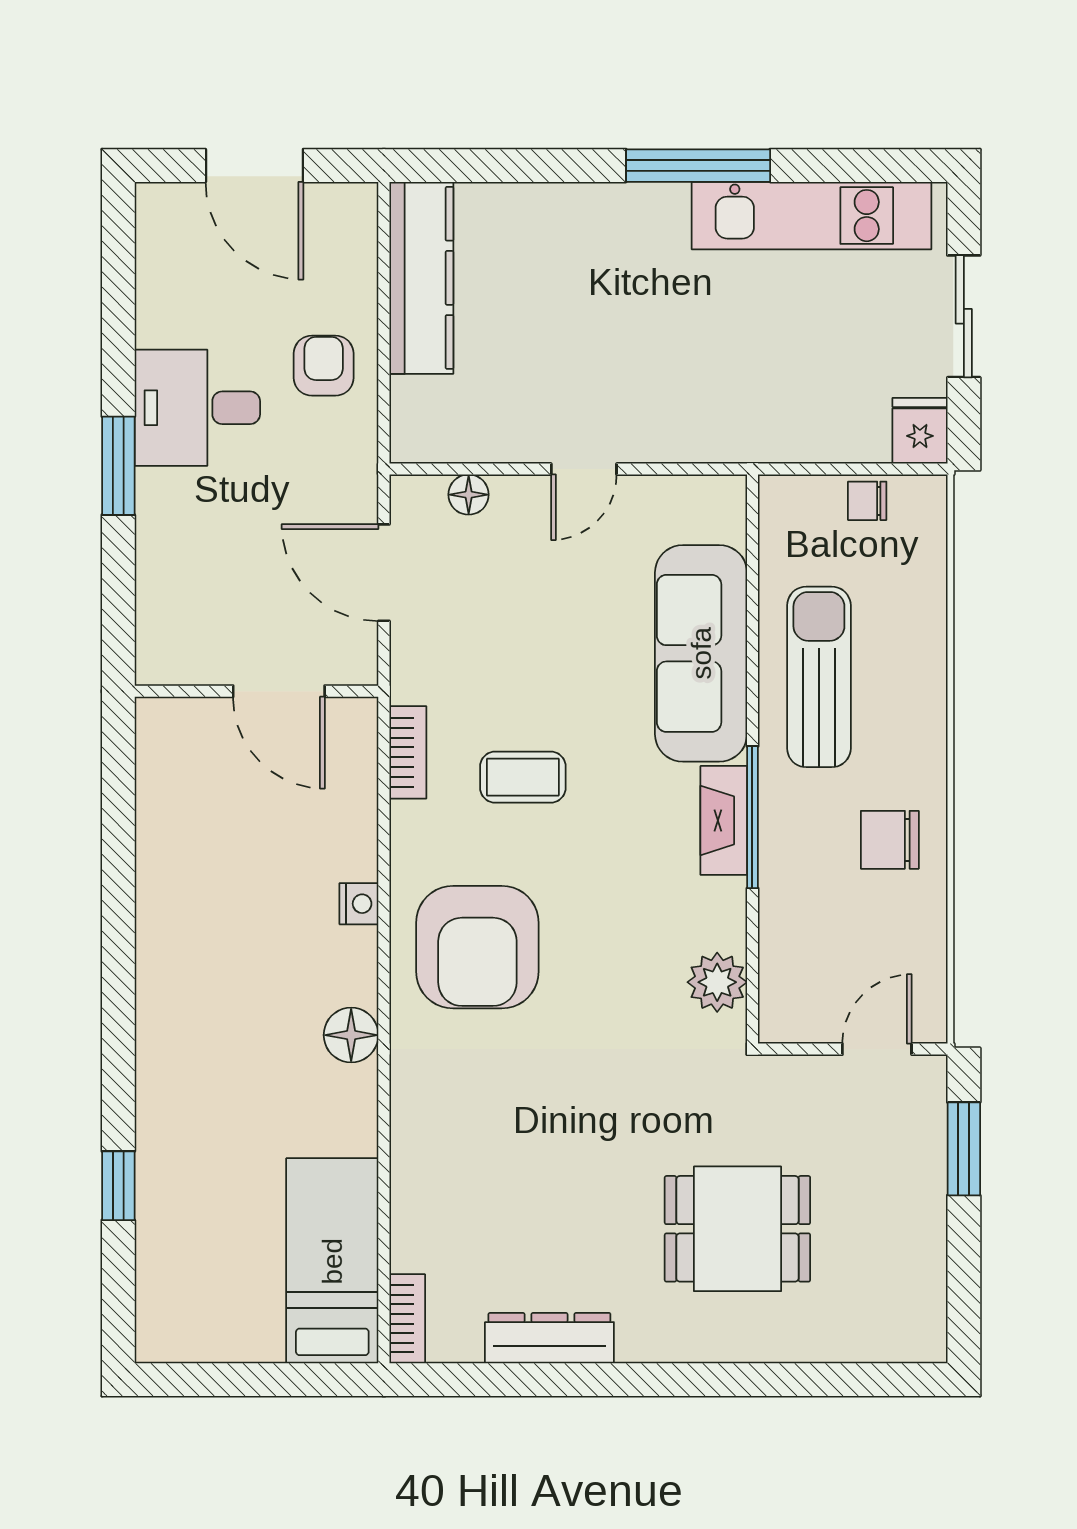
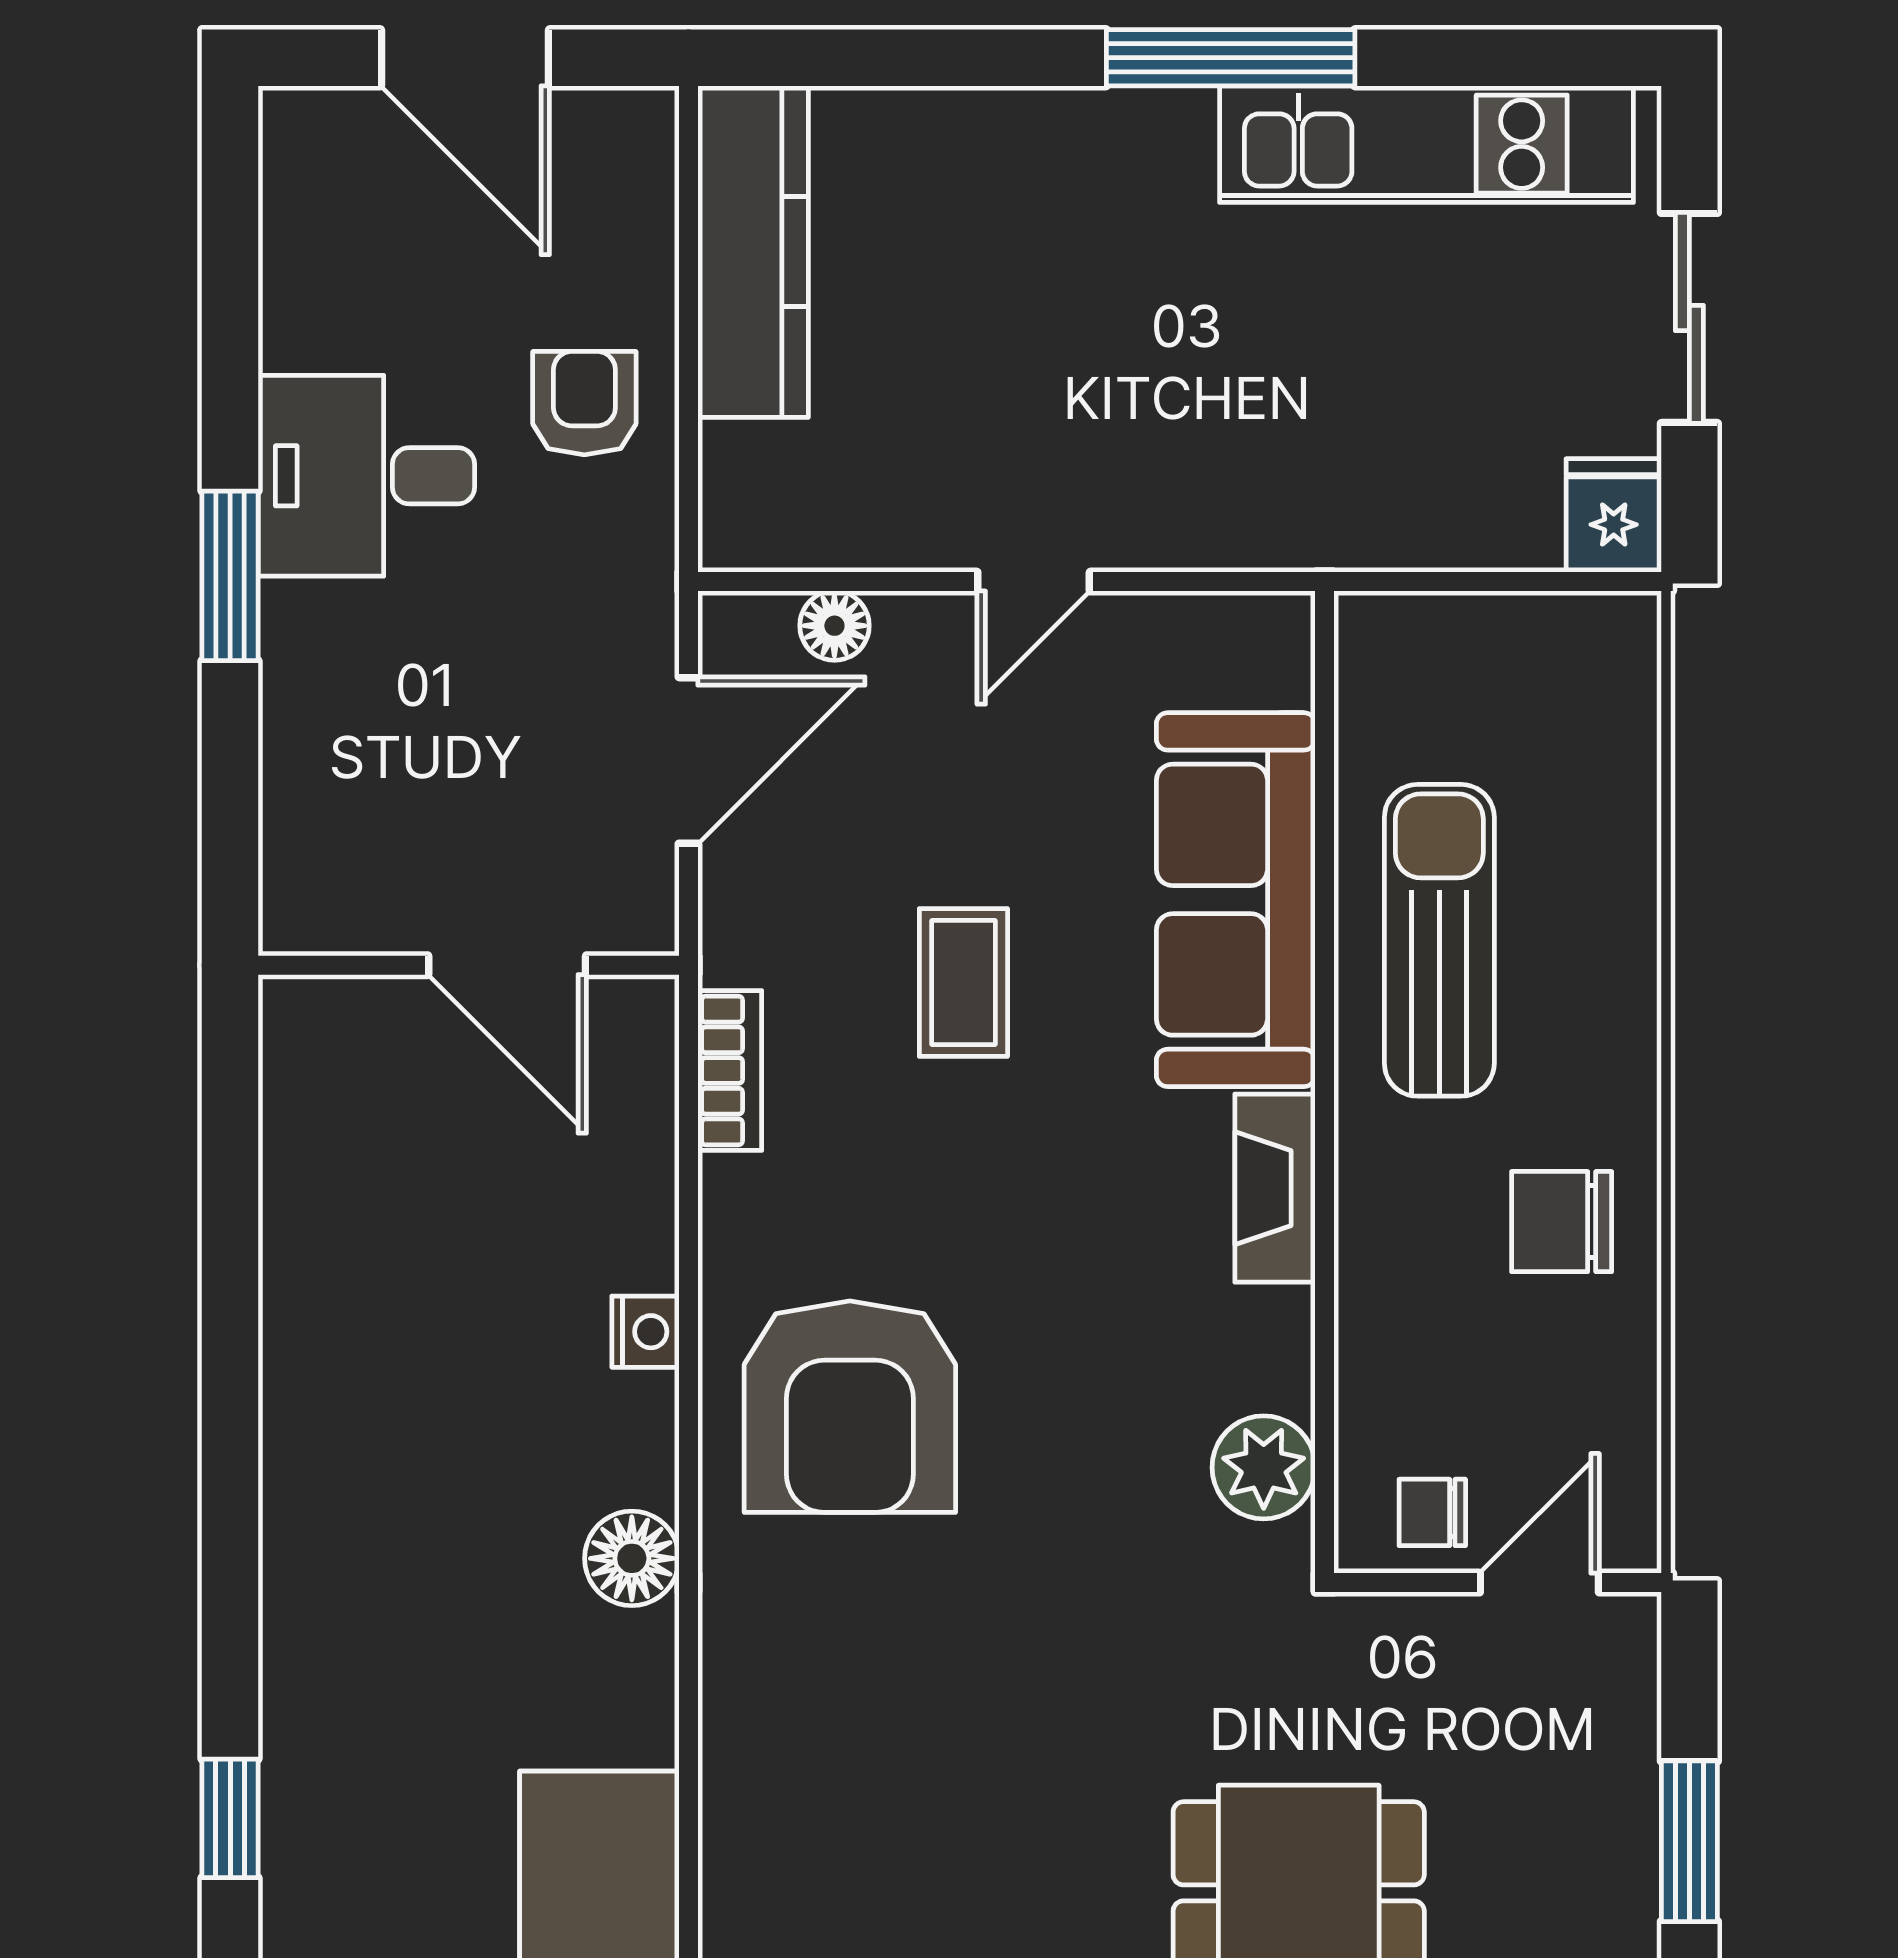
chair: (867, 501) -> (1432, 1512), moved
door: (384, 573) -> (688, 760), swing flipped
coffee table: (523, 777) -> (963, 982), moved, turned 90
window: (752, 817) -> (1325, 1182), removed
window: (964, 1149) -> (1689, 1841), moved

